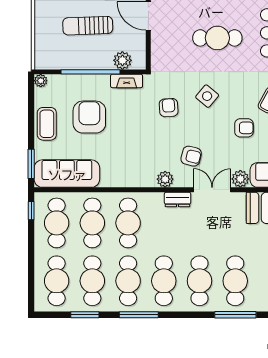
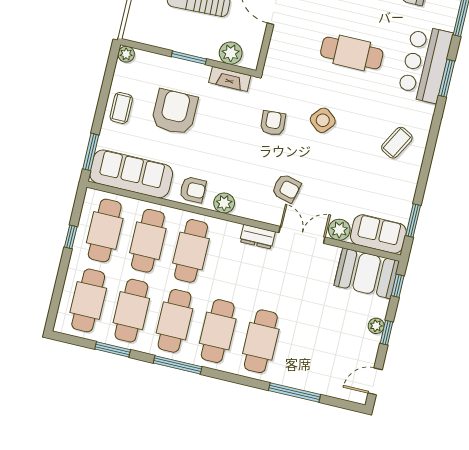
window: (91, 72) -> (189, 58), width x0.47
coffee table: (47, 124) -> (121, 108), width x0.73, depth x0.77
armchair: (244, 128) -> (193, 190), moved
plant: (165, 179) -> (224, 203), moved
window: (31, 211) -> (71, 237), moved
cafe table: (235, 281) -> (304, 351), removed

